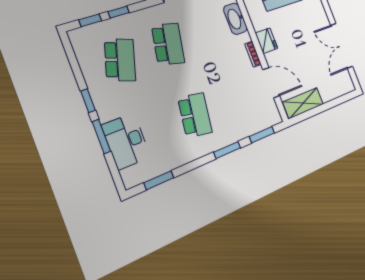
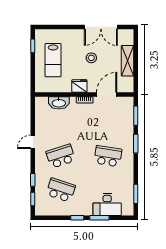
school desk: (168, 44) -> (61, 156), turned -30
stool: (304, 45) -> (91, 58), added
shelving: (303, 103) -> (127, 61), moved

